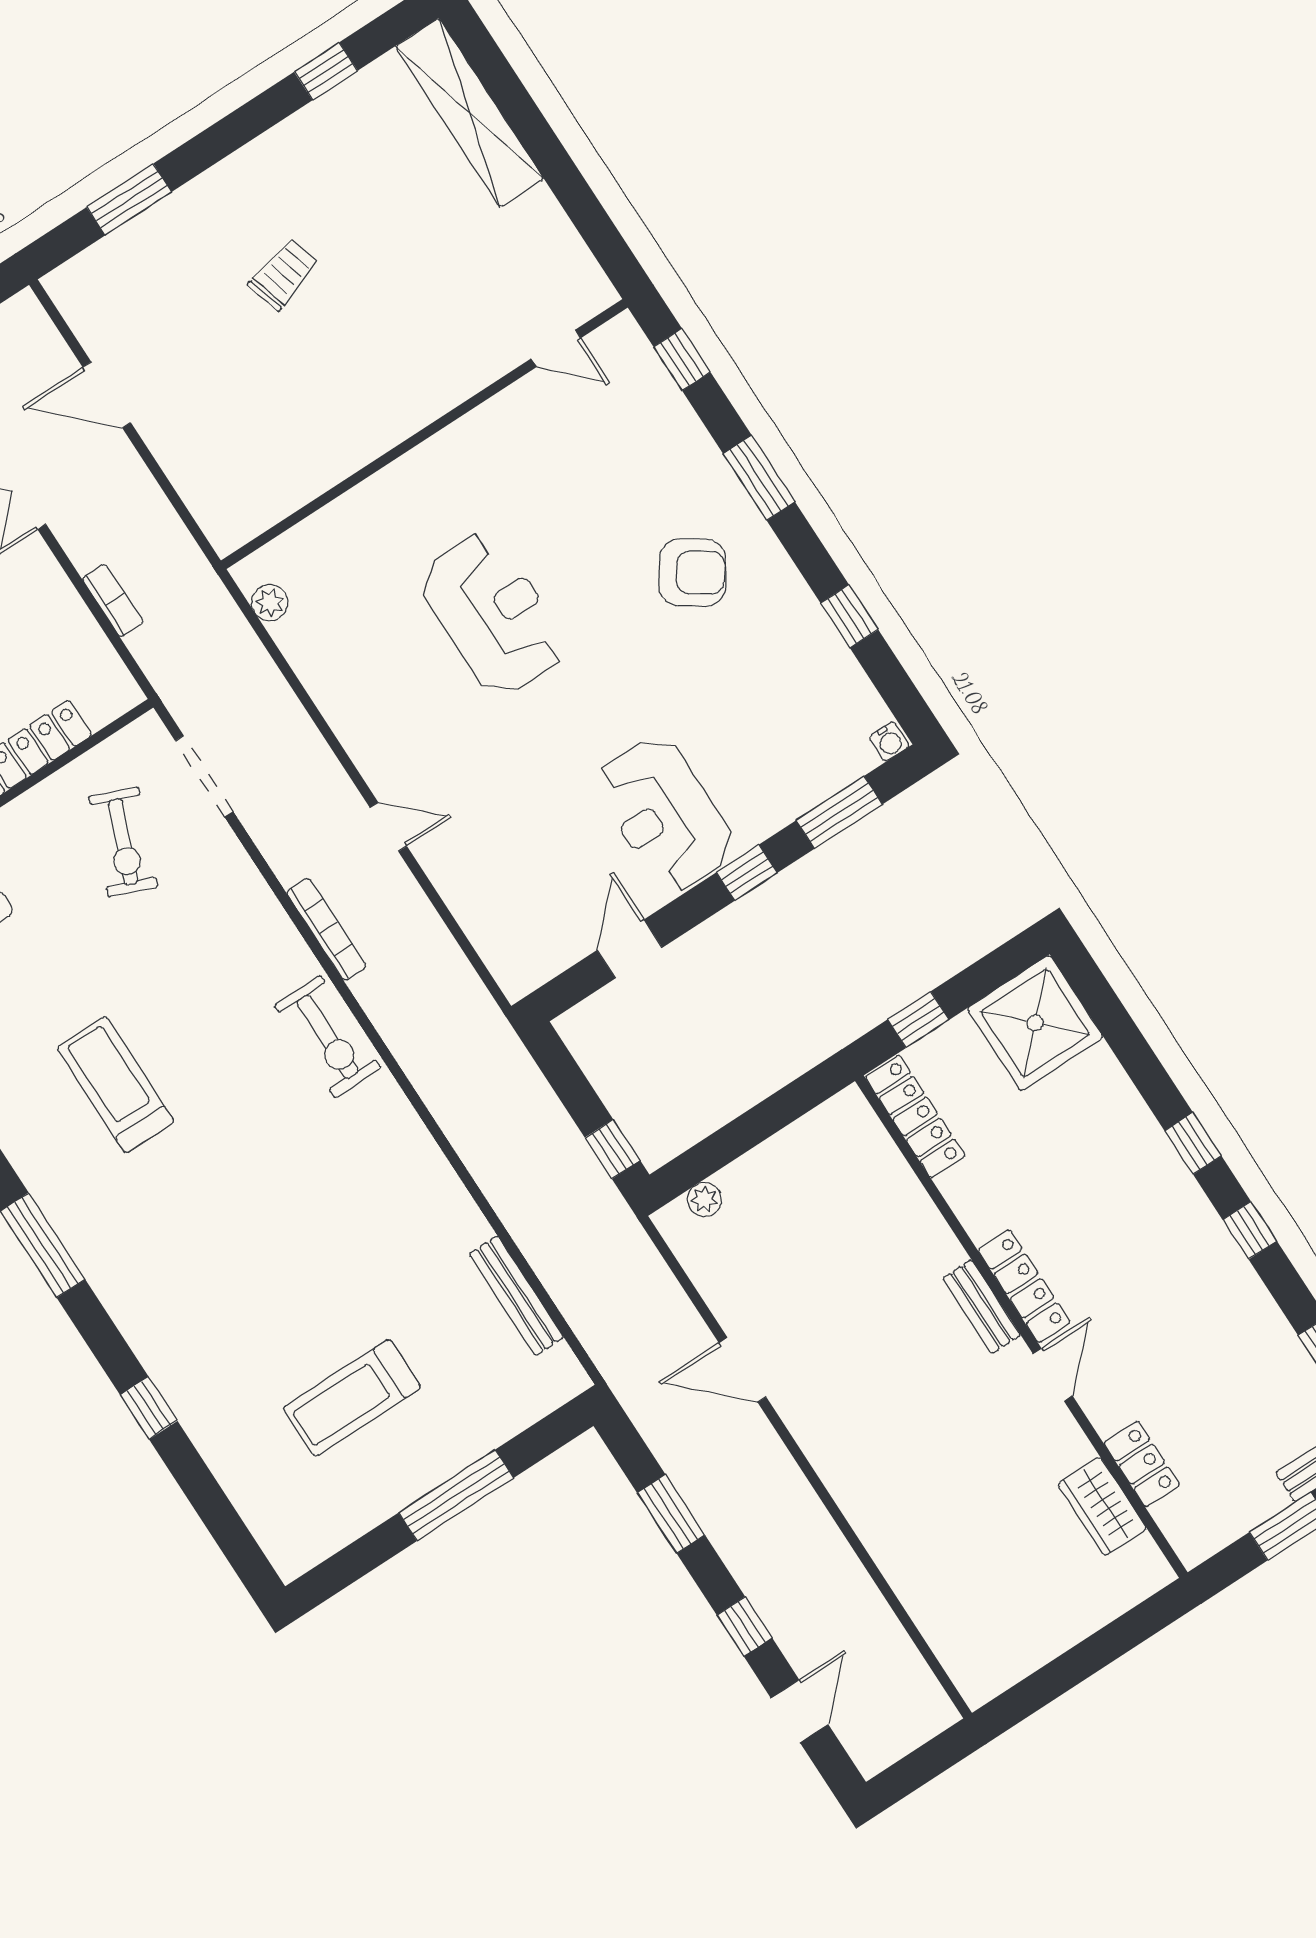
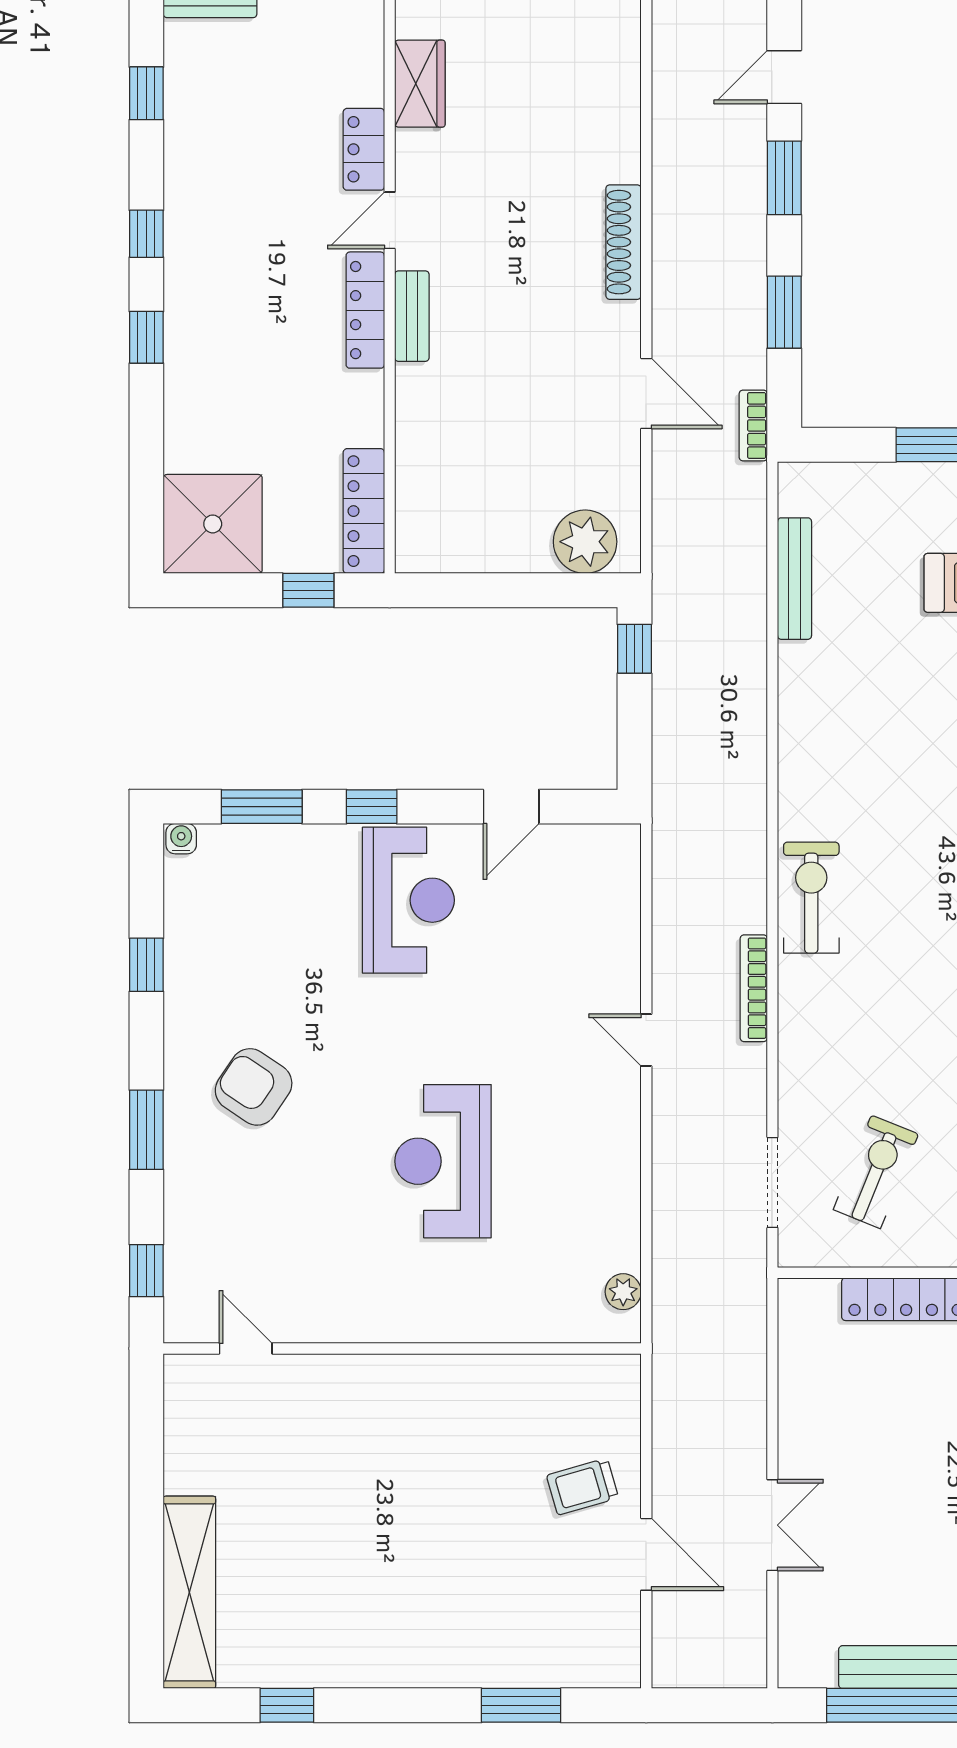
trolley: (284, 274) -> (582, 1487), moved
bookcase: (113, 601) -> (753, 425), moved
plant: (704, 1199) -> (585, 542), width x1.87, depth x1.87
locker: (1142, 1464) -> (364, 149), moved
shoe rack: (844, 1485) -> (623, 242), added
window: (745, 1627) -> (784, 178), width x1.50

